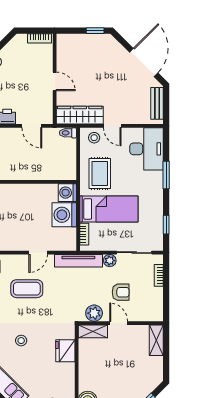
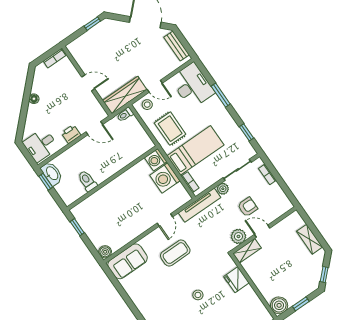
shelving: (156, 340) -> (310, 239), moved

